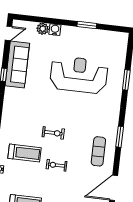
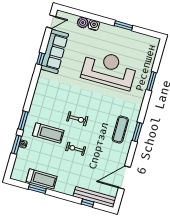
exercise mat: (98, 151) -> (120, 130), moved

